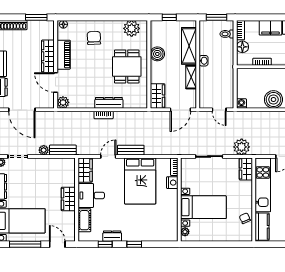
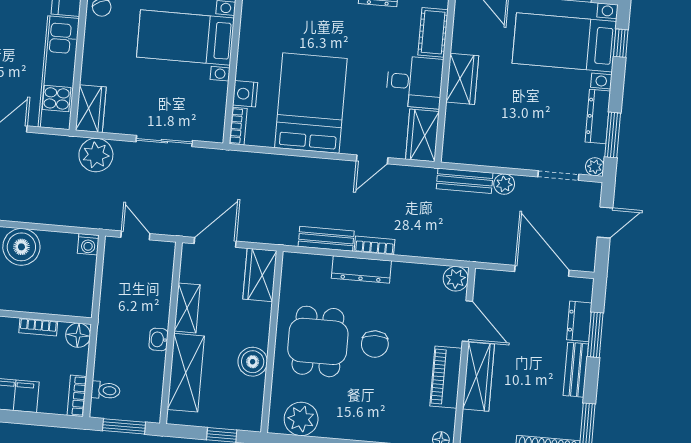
chair: (94, 38) -> (375, 344), moved
floor lamp: (242, 47) -> (78, 335), moved
bench: (131, 150) -> (326, 239), moved

